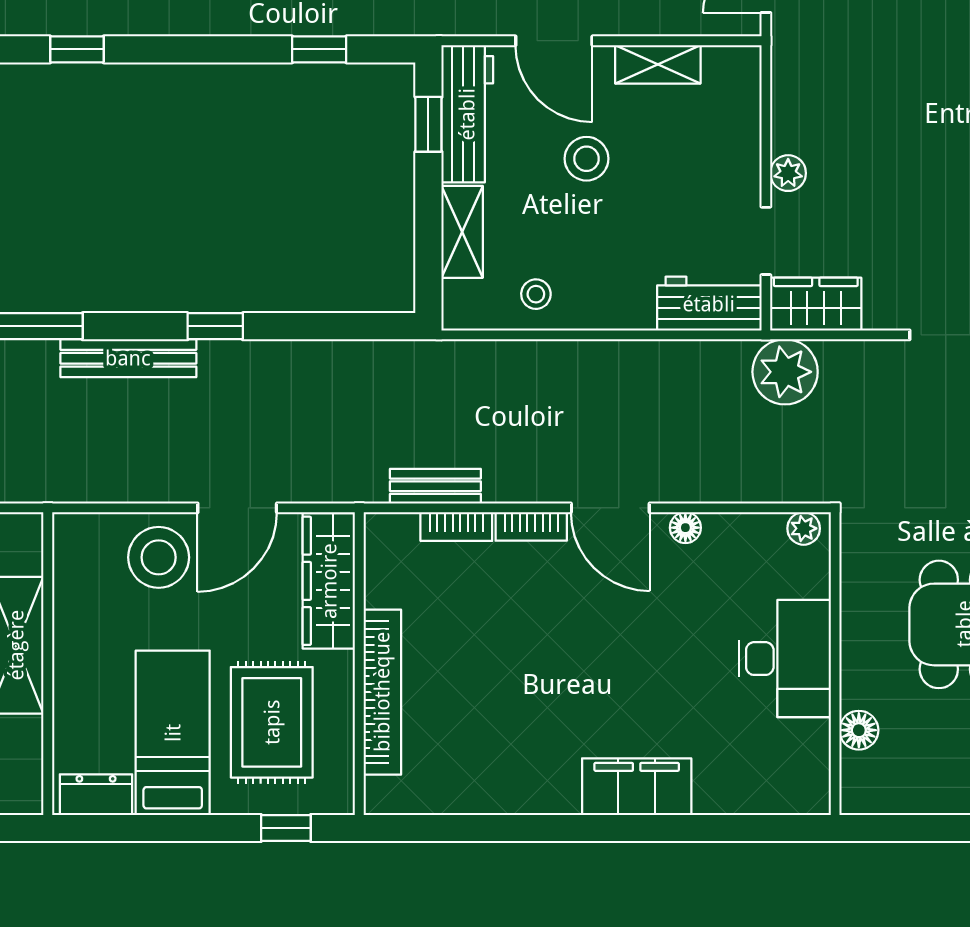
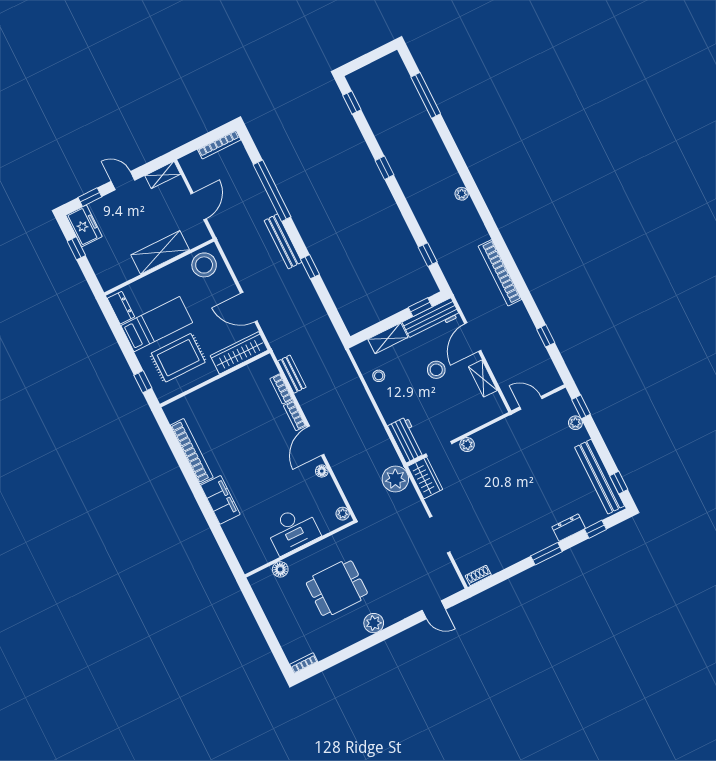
stool: (159, 557) -> (204, 265), moved
bookcase: (382, 692) -> (192, 451), moved, turned -90

